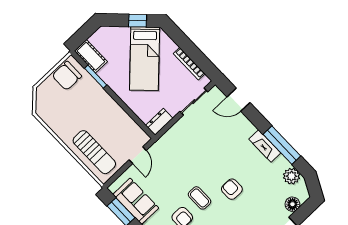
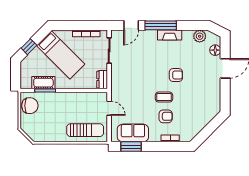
window: (138, 21) -> (29, 47), moved
cot: (91, 56) -> (43, 83), moved
chair: (67, 76) -> (30, 106), turned -90
window: (282, 145) -> (161, 25), moved
armchair: (232, 189) -> (176, 75), turned 180

